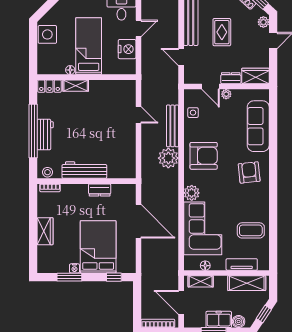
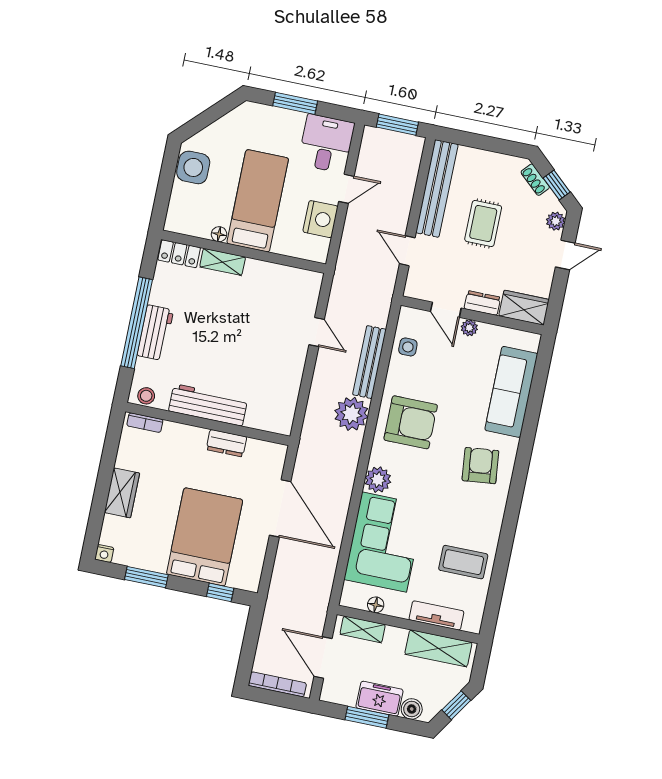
nightstand: (74, 268) -> (104, 553), moved

